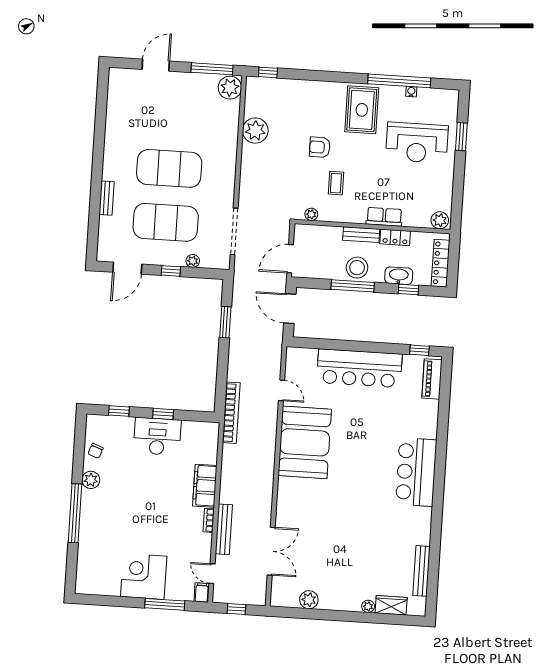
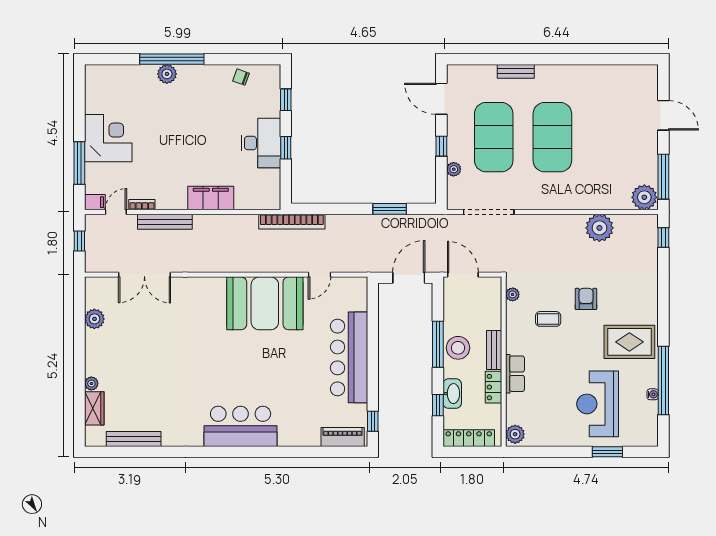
plant: (91, 480) -> (167, 74), moved
bookcase: (209, 520) -> (142, 205), moved

